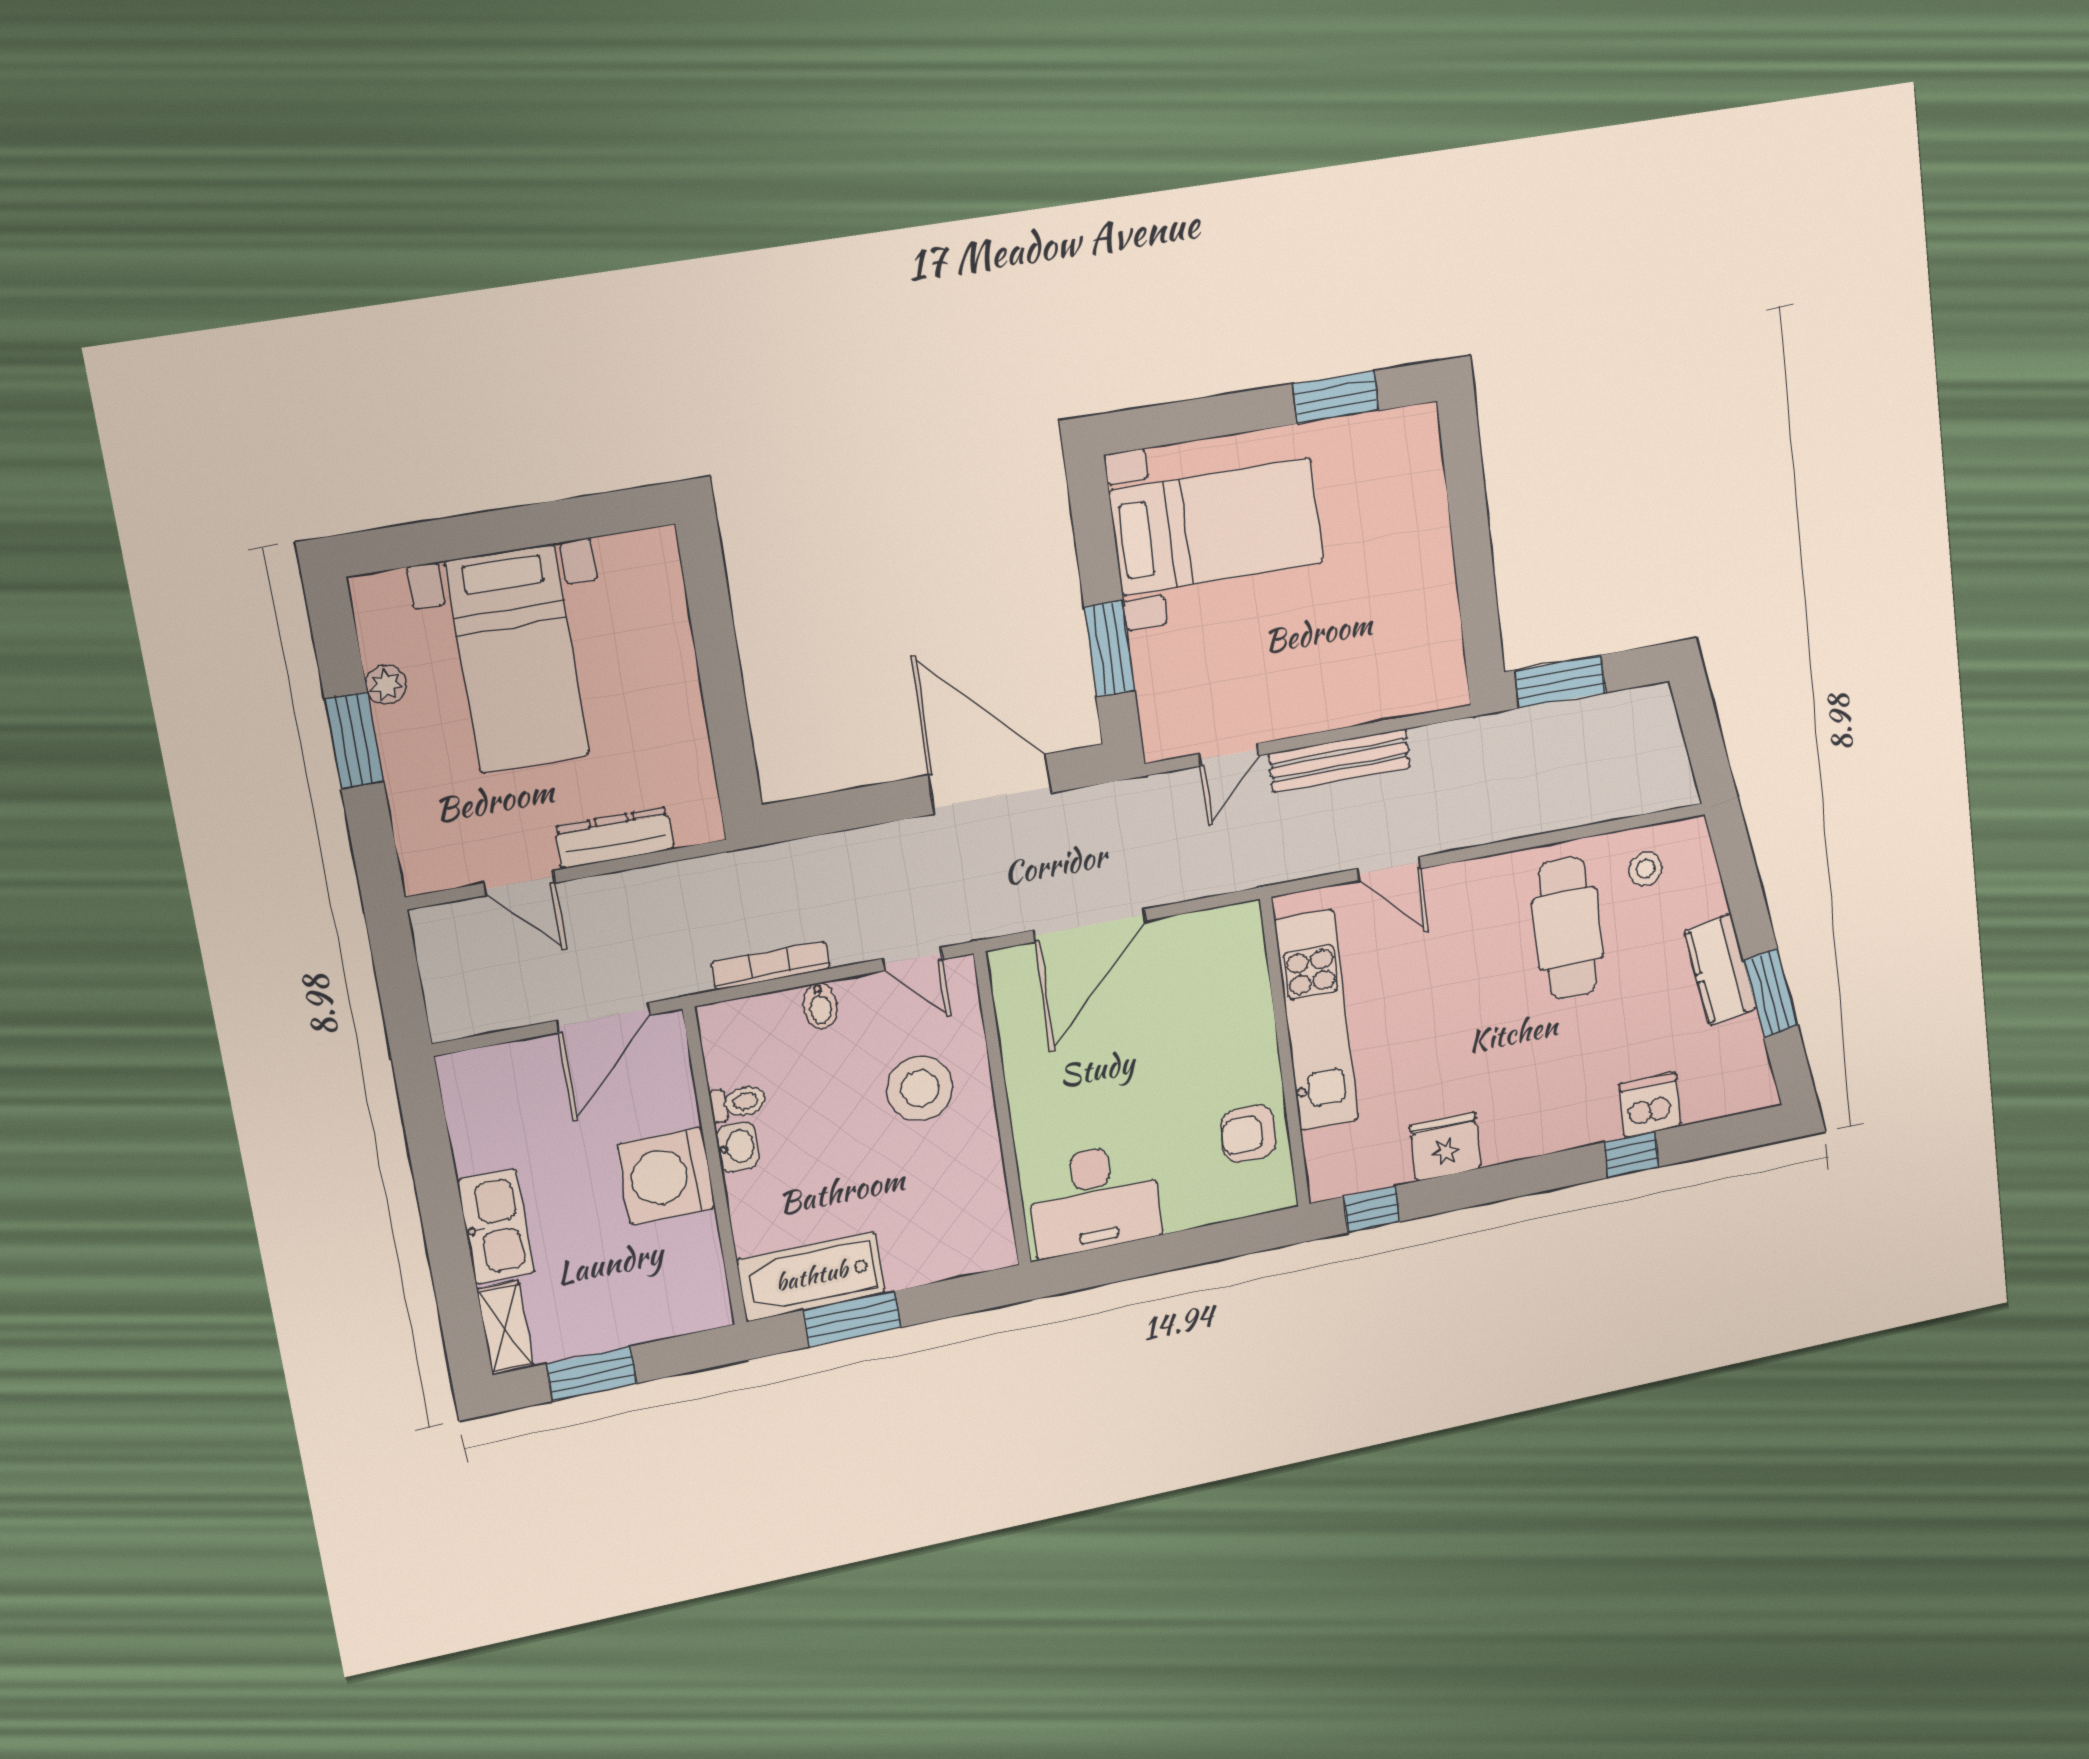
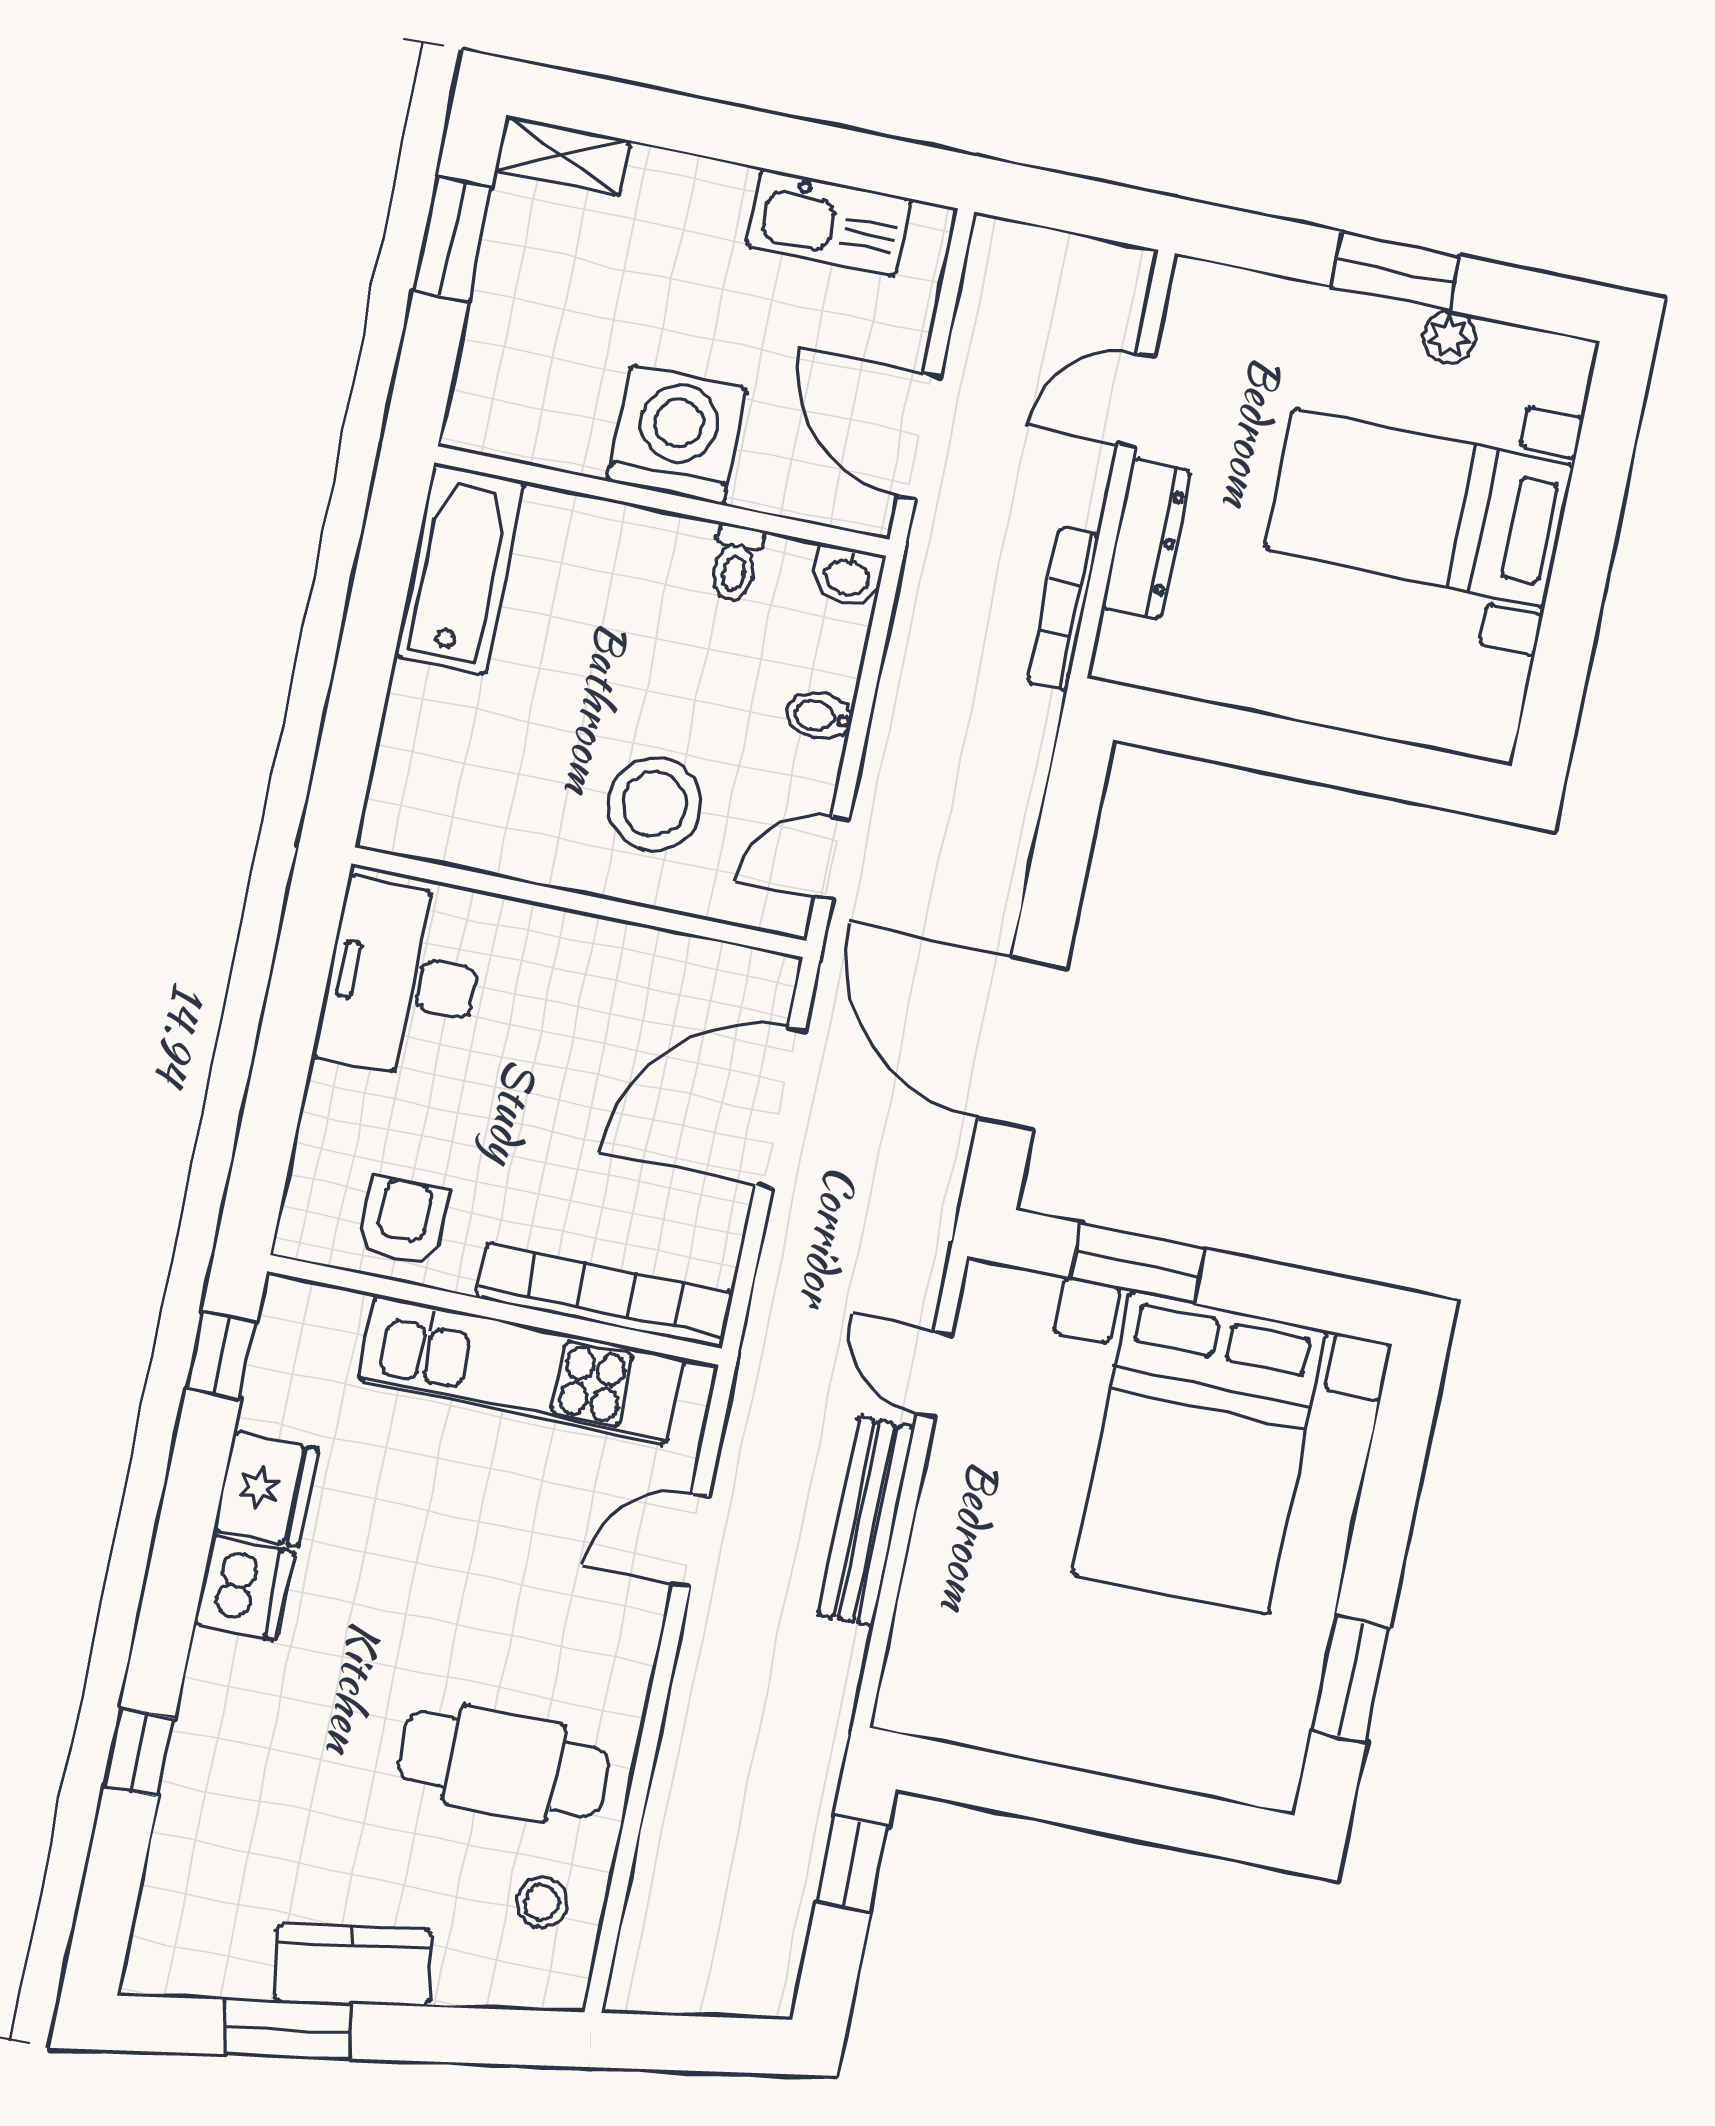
bed with nightstands: (1217, 527) -> (1199, 1452), width x1.36
window: (1560, 681) -> (852, 1864), width x0.67
door: (990, 784) -> (1022, 1043), swing flipped
door: (1090, 925) -> (780, 1107), hinge flipped
bookcase: (770, 965) -> (1064, 609), moved, turned 180
bookcase: (1251, 988) -> (605, 1295), added
dishwasher: (1650, 1105) -> (244, 1588), moved
washbasin: (738, 1147) -> (847, 576), moved
kitchen sink: (496, 1227) -> (829, 223), moved
window: (852, 1319) -> (378, 600), removed

